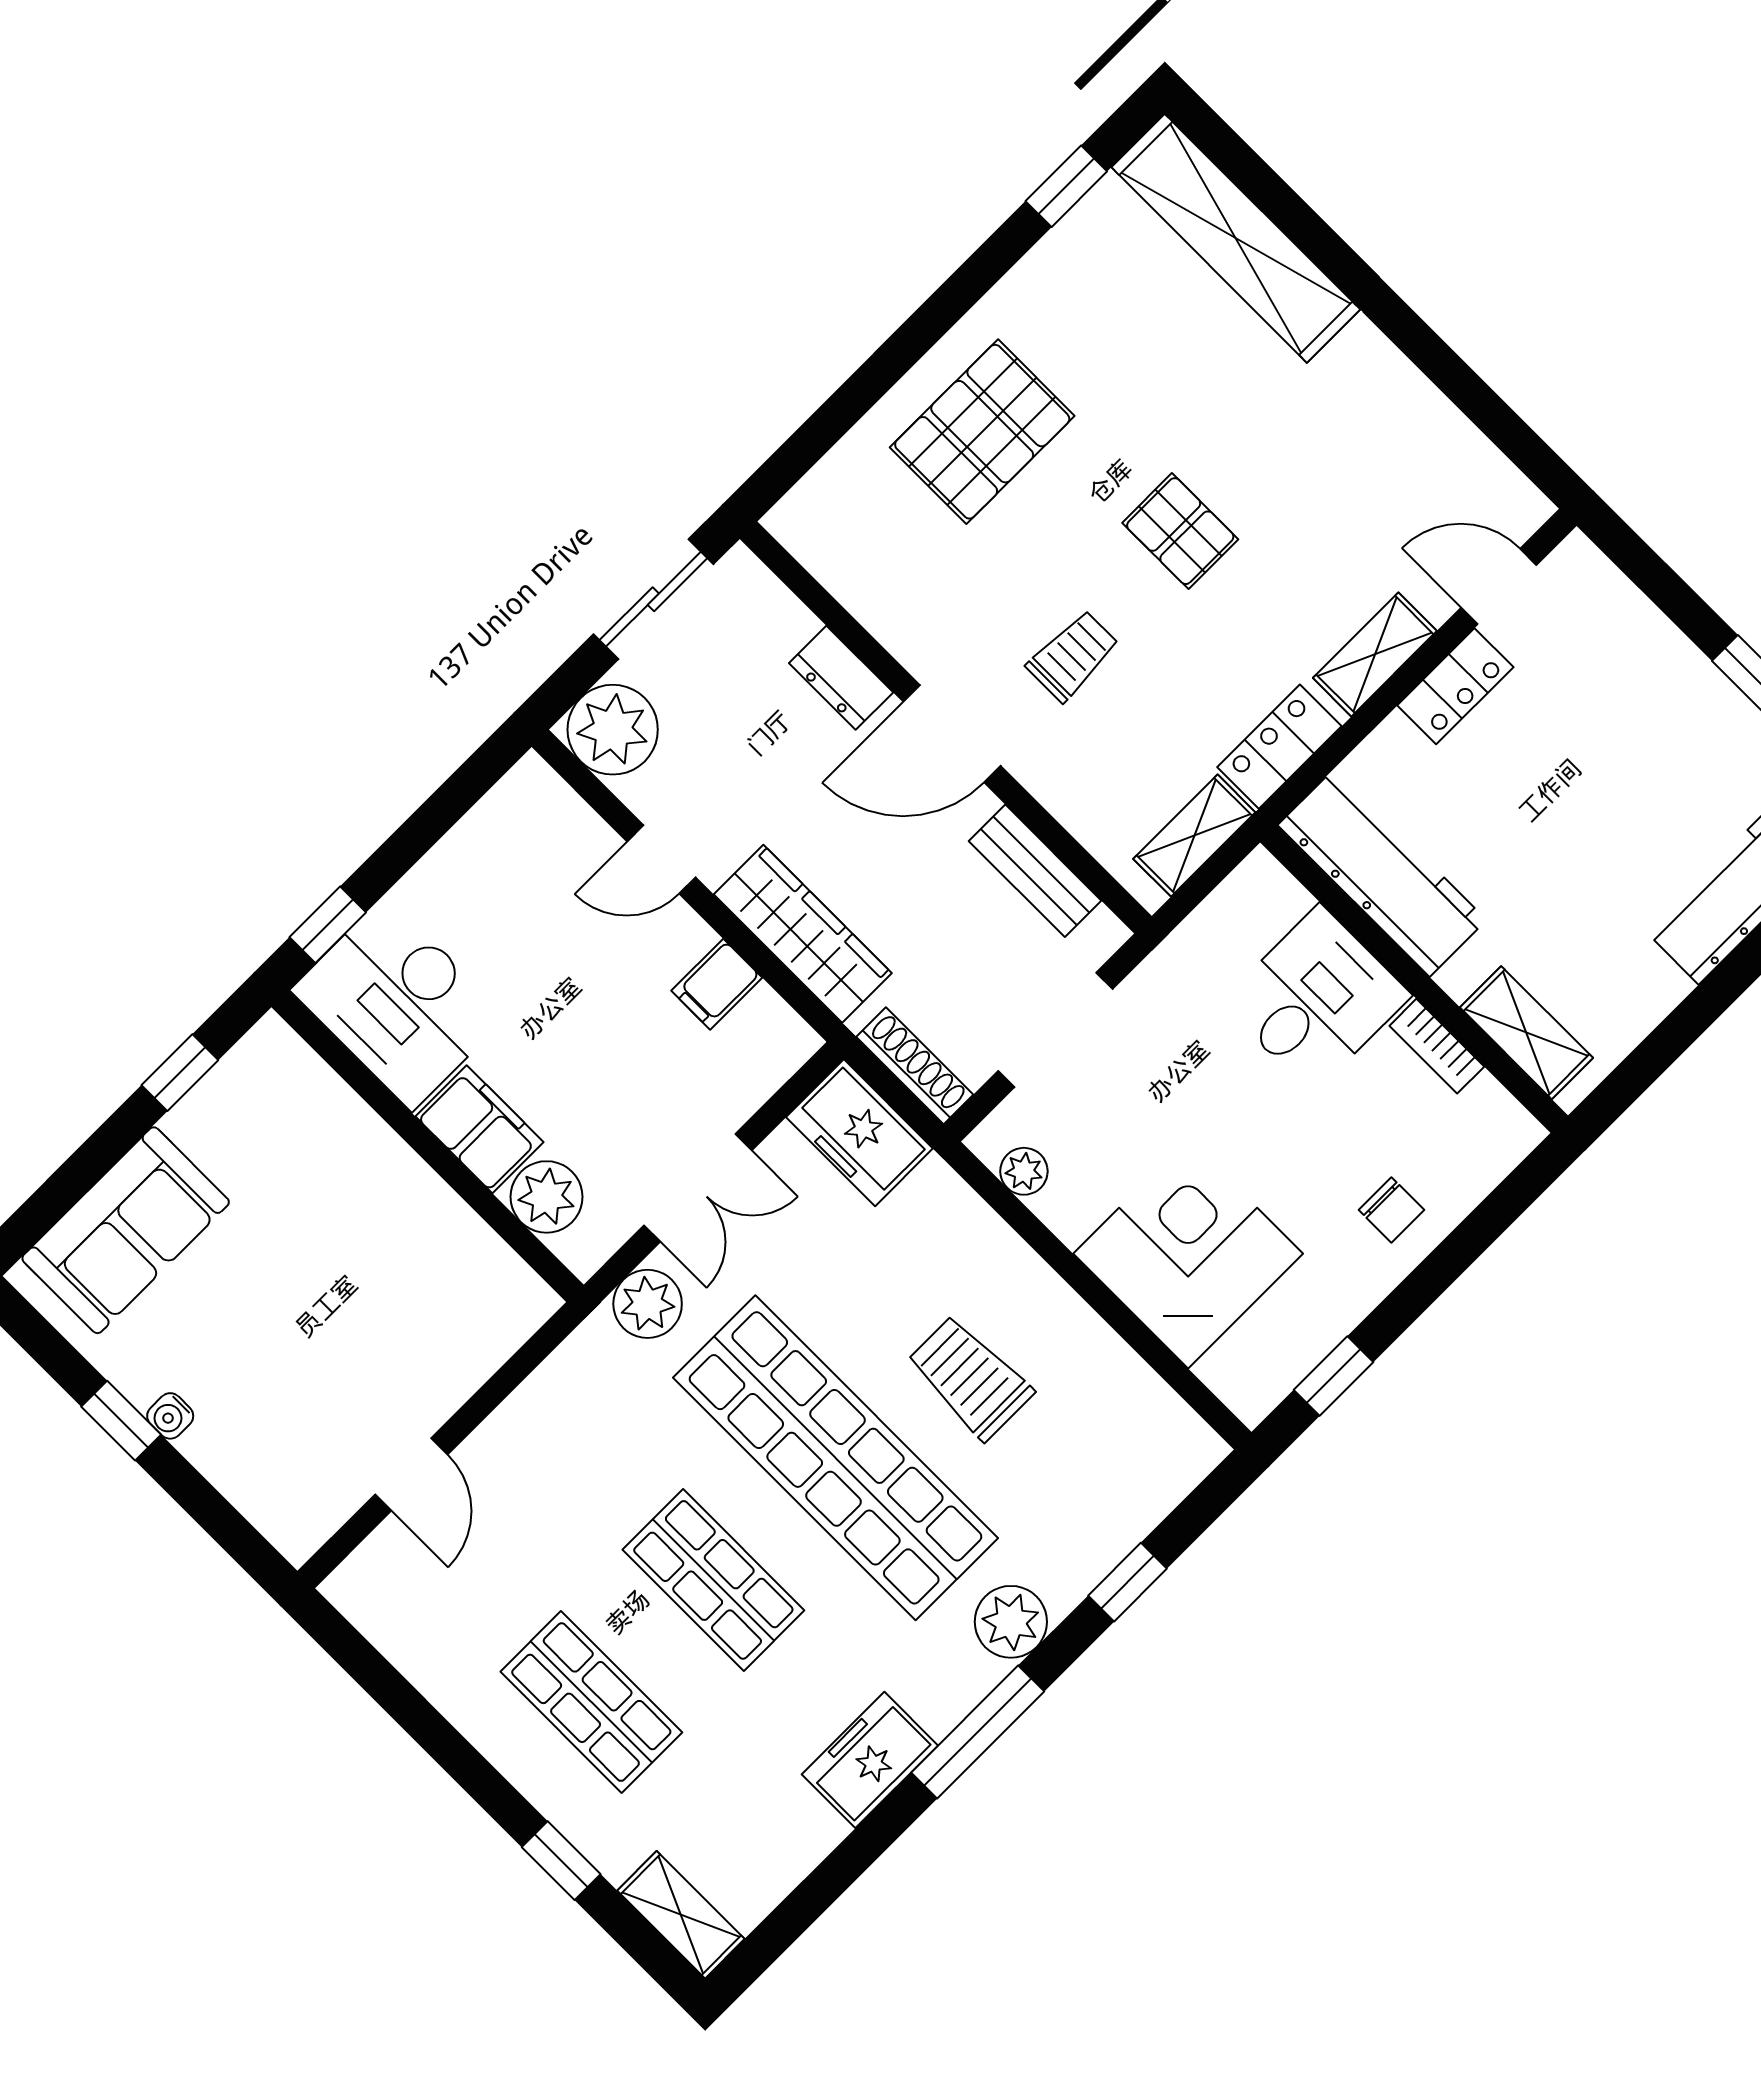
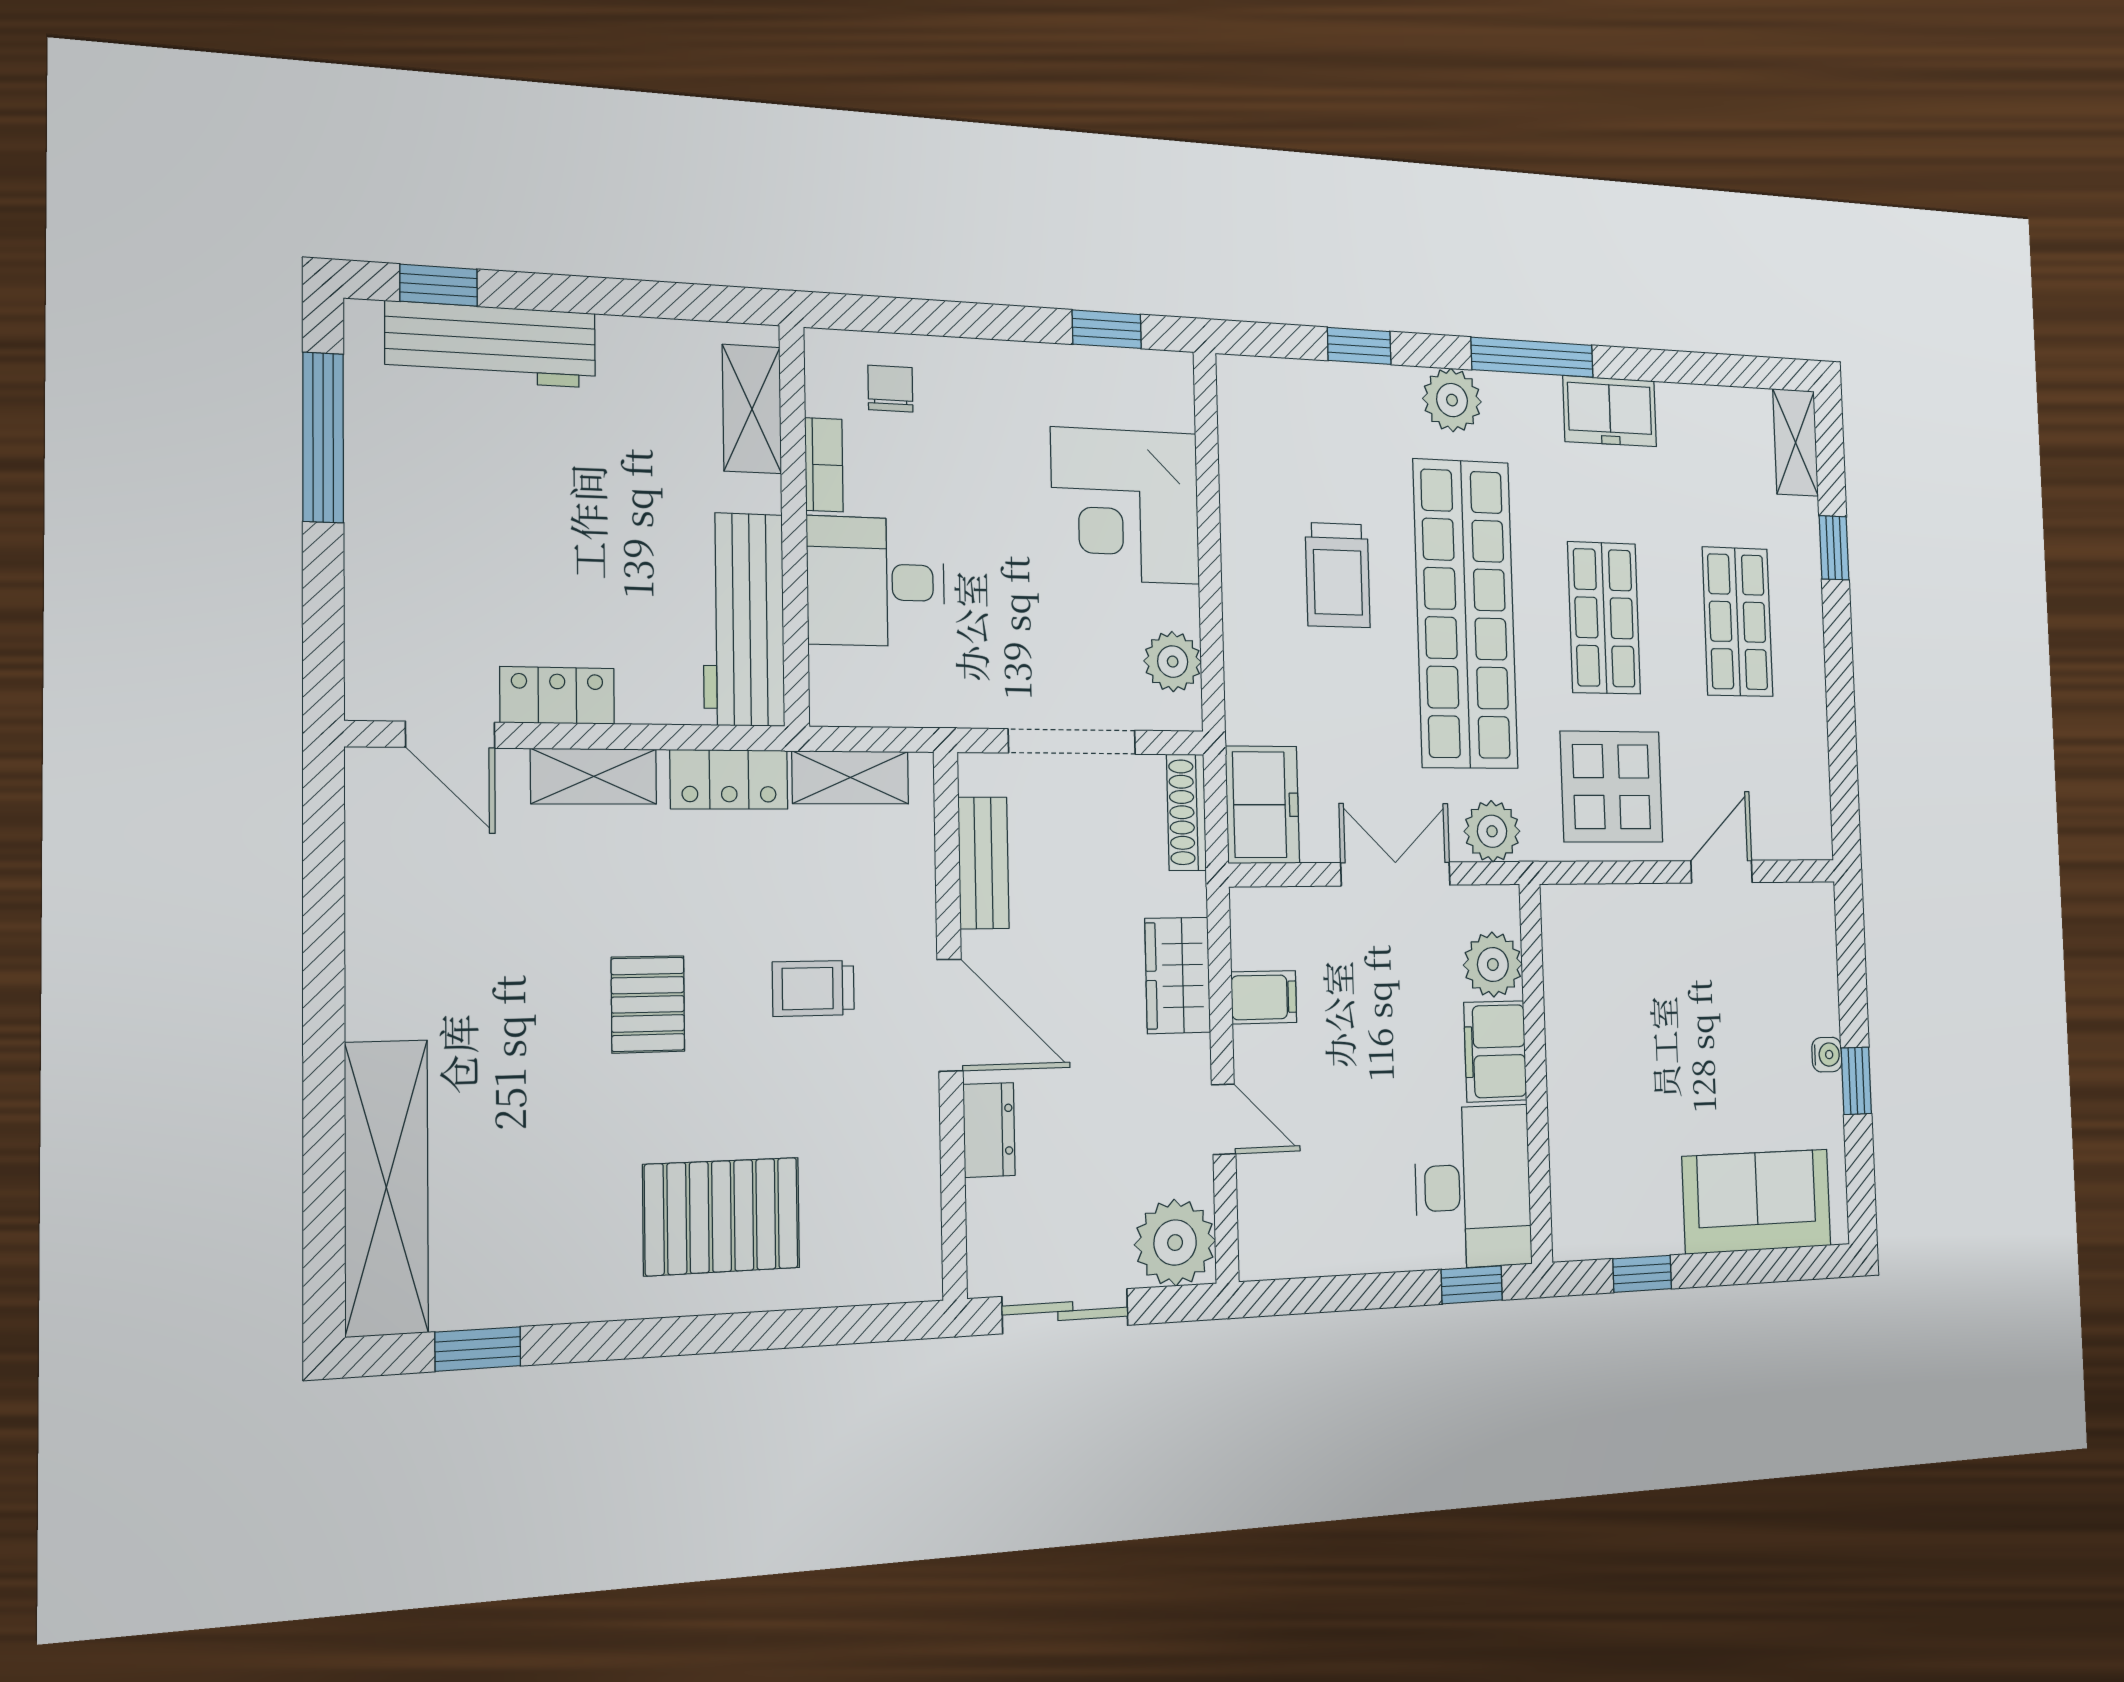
wardrobe: (803, 934) -> (1178, 975), width x0.67
plant: (1024, 1171) -> (1173, 662), width x1.38, depth x1.38
chair: (1391, 1210) -> (890, 389), moved
display table: (577, 1446) -> (1612, 787), added

